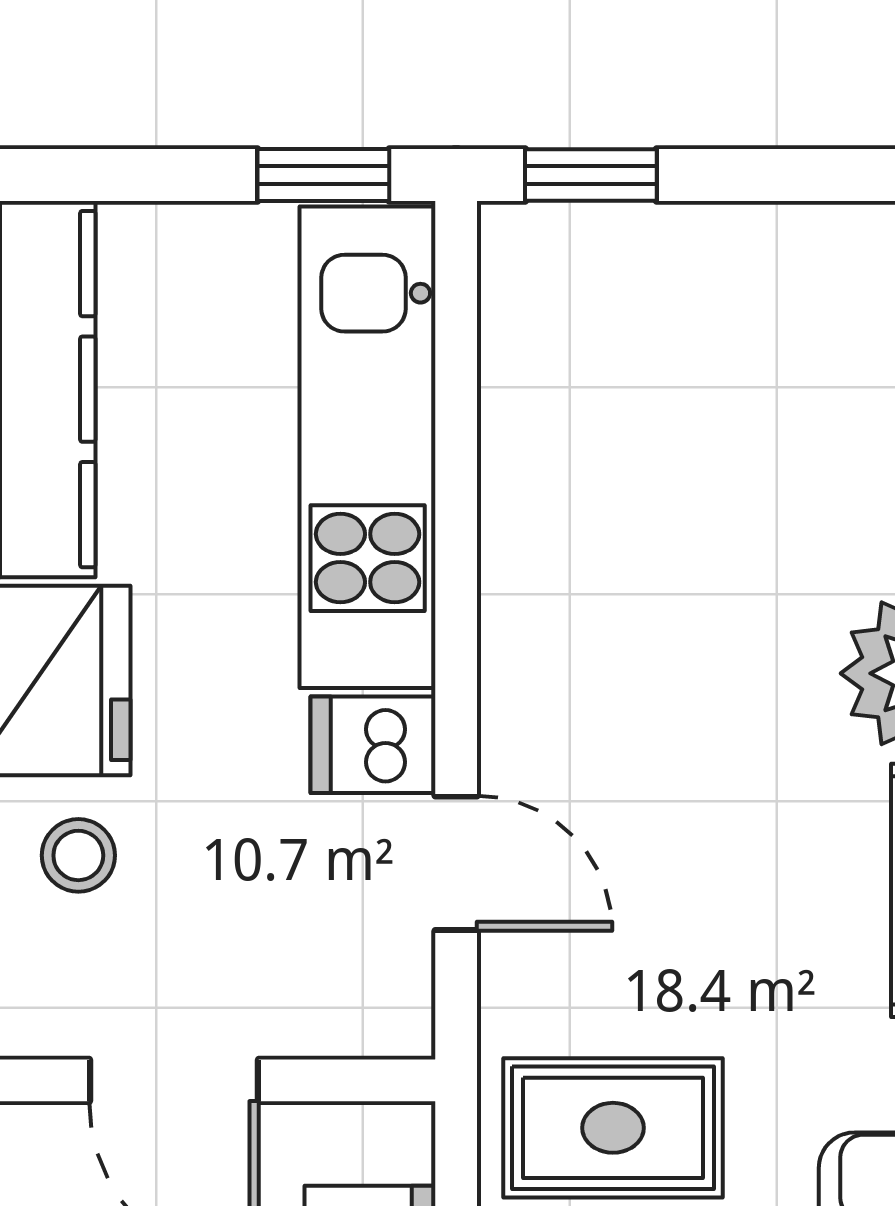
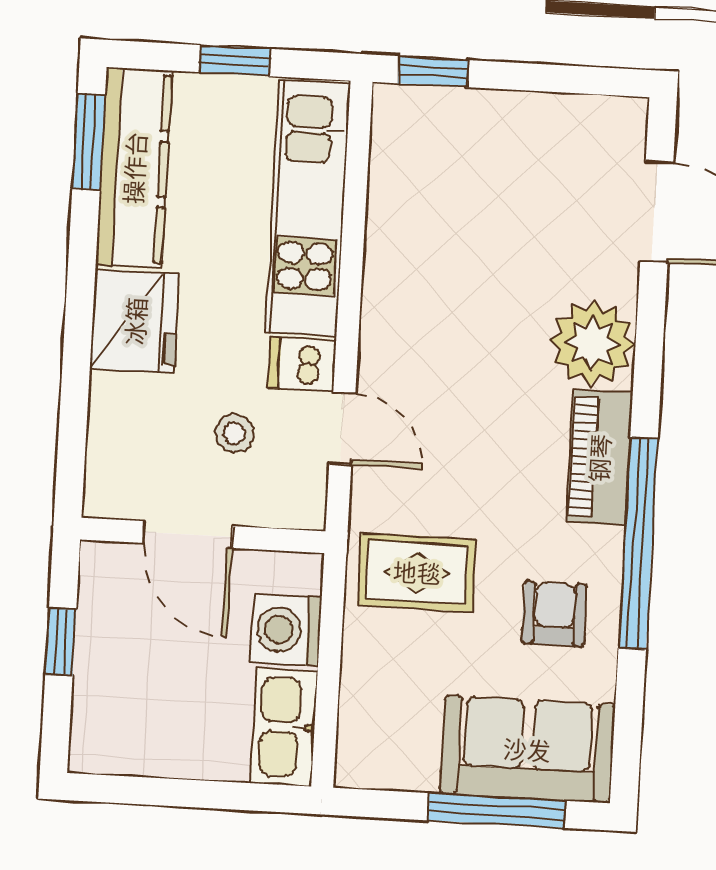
window: (323, 175) -> (235, 61), moved
stool: (78, 855) -> (235, 433), moved

